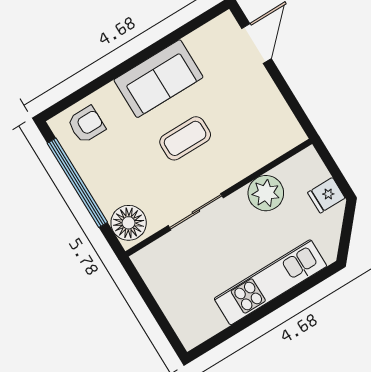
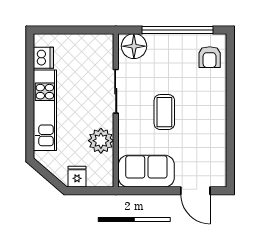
sofa: (158, 79) -> (146, 171), moved, turned 90
dishwasher: (209, 323) -> (43, 58), added

